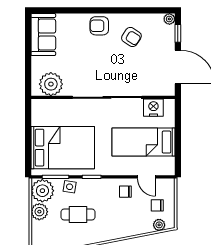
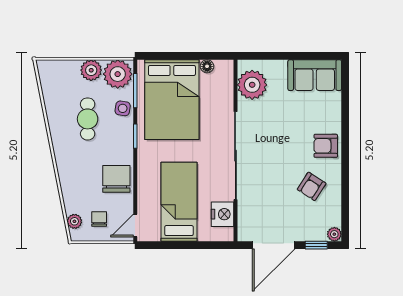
armchair: (99, 26) -> (326, 146), turned -90
floor lamp: (36, 120) -> (207, 66), added
door: (146, 177) -> (135, 225), moved
chair: (125, 192) -> (116, 179), width x1.87, depth x1.87

